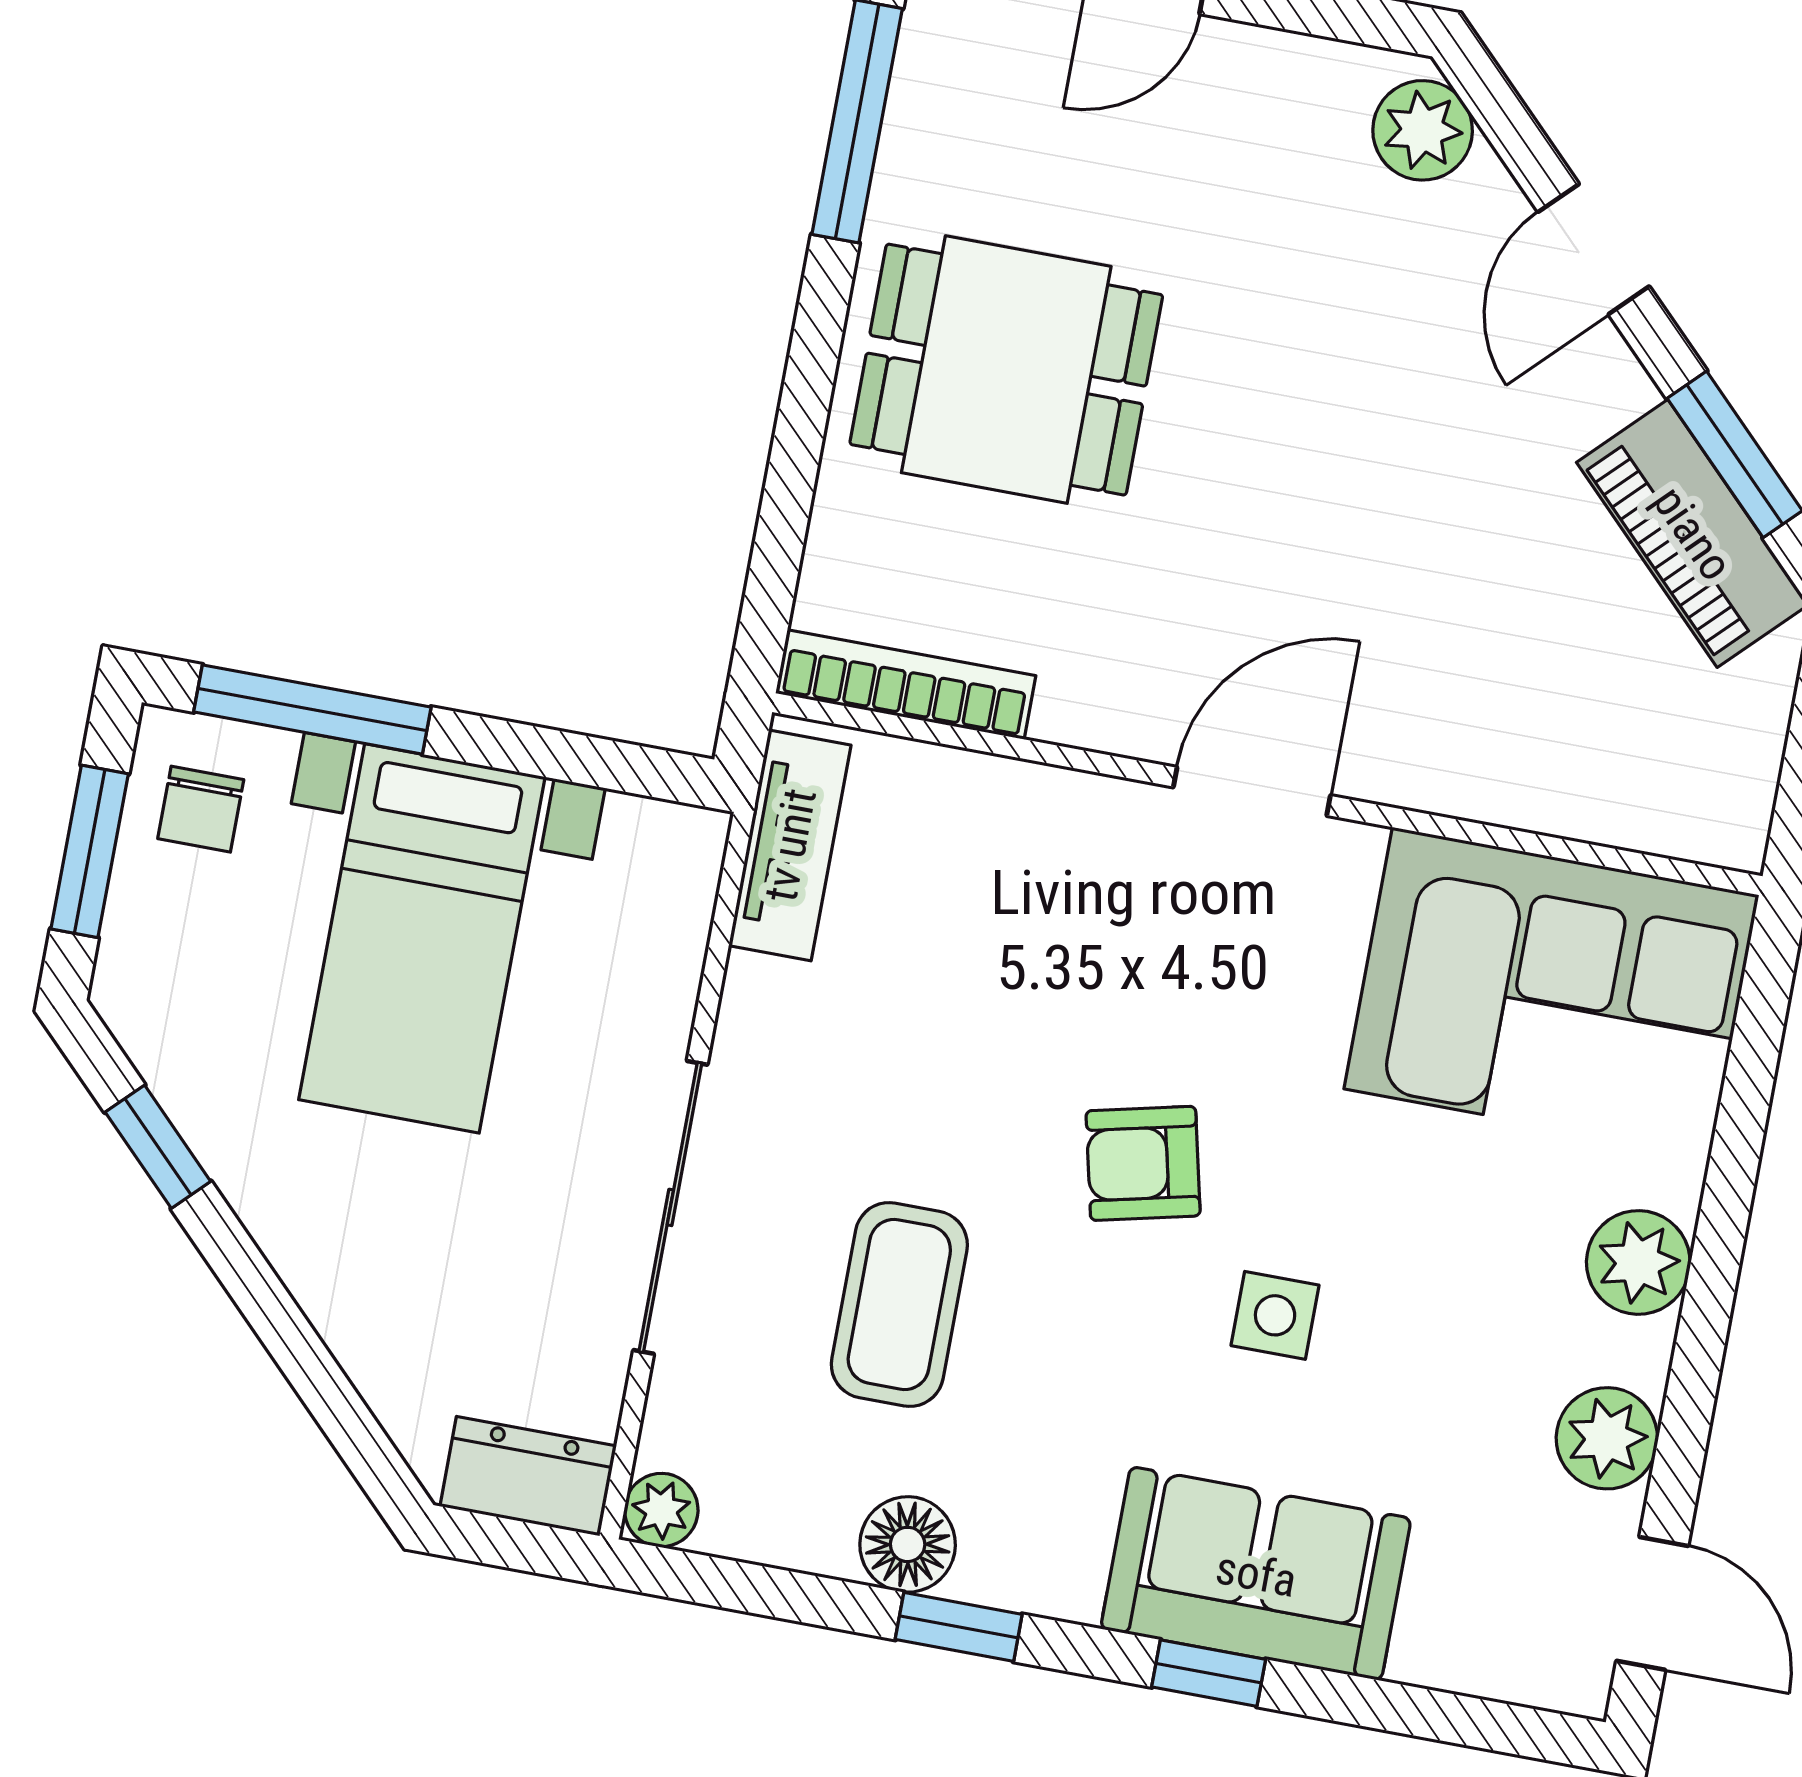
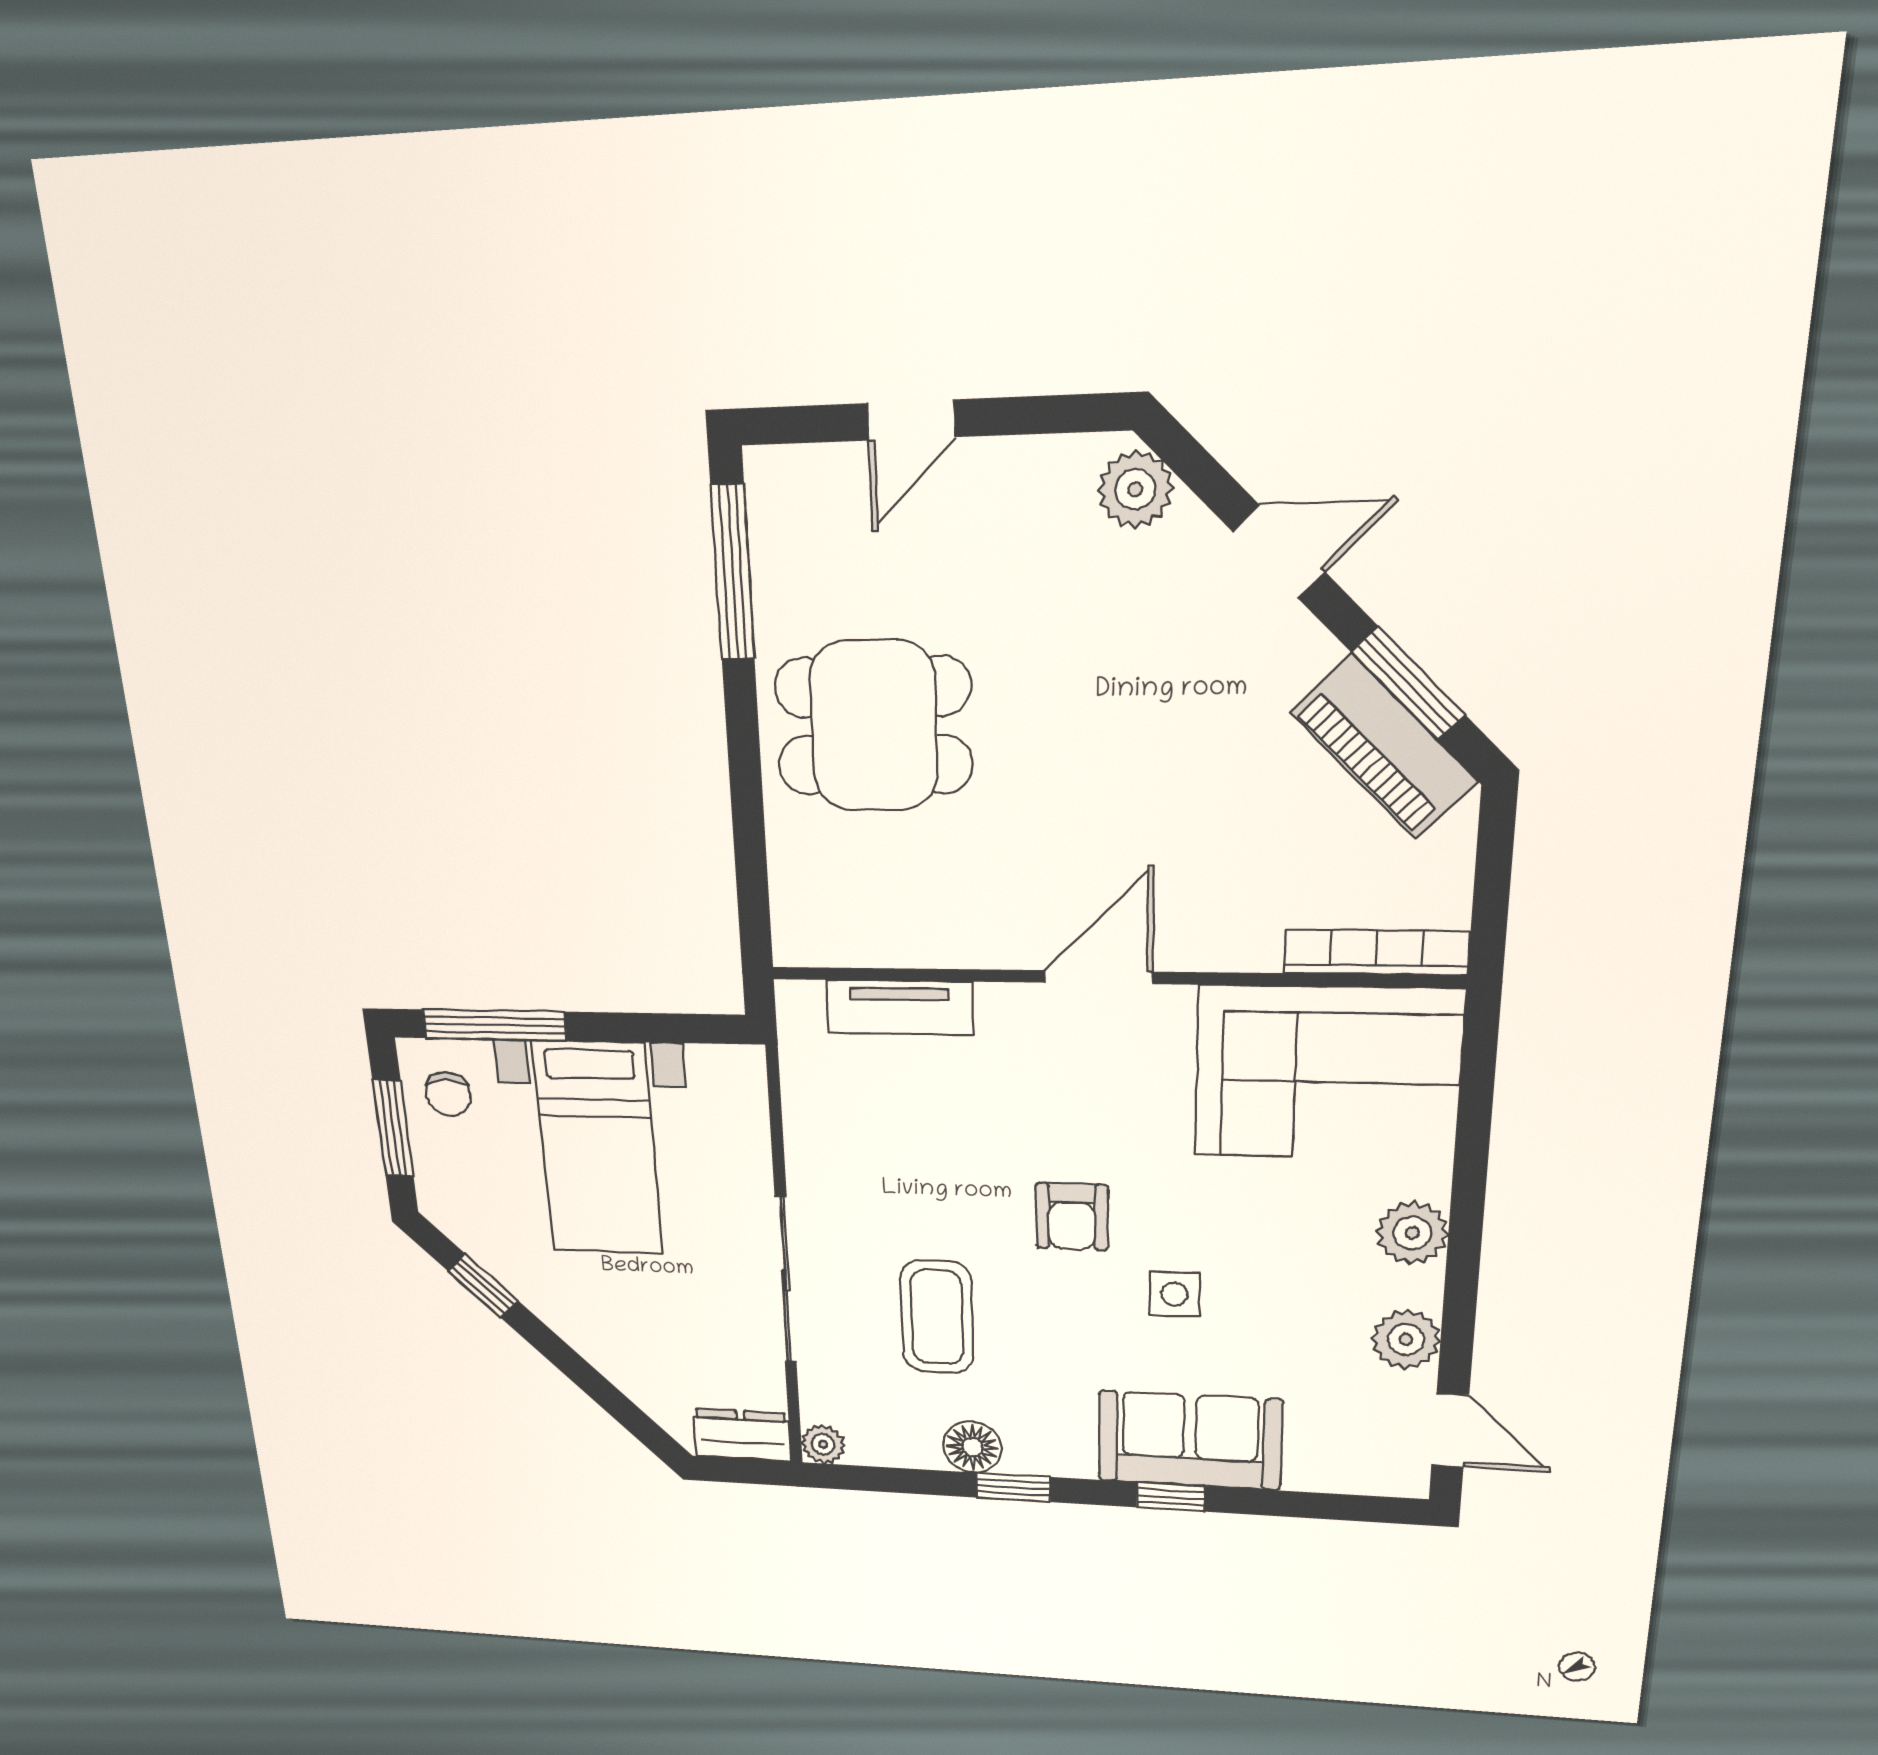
door: (1594, 249) -> (1279, 552), swing flipped
bookcase: (906, 684) -> (1376, 952), moved
tv unit: (790, 845) -> (899, 1007), moved, turned 90
armchair: (1143, 1163) -> (1072, 1217), turned -77

